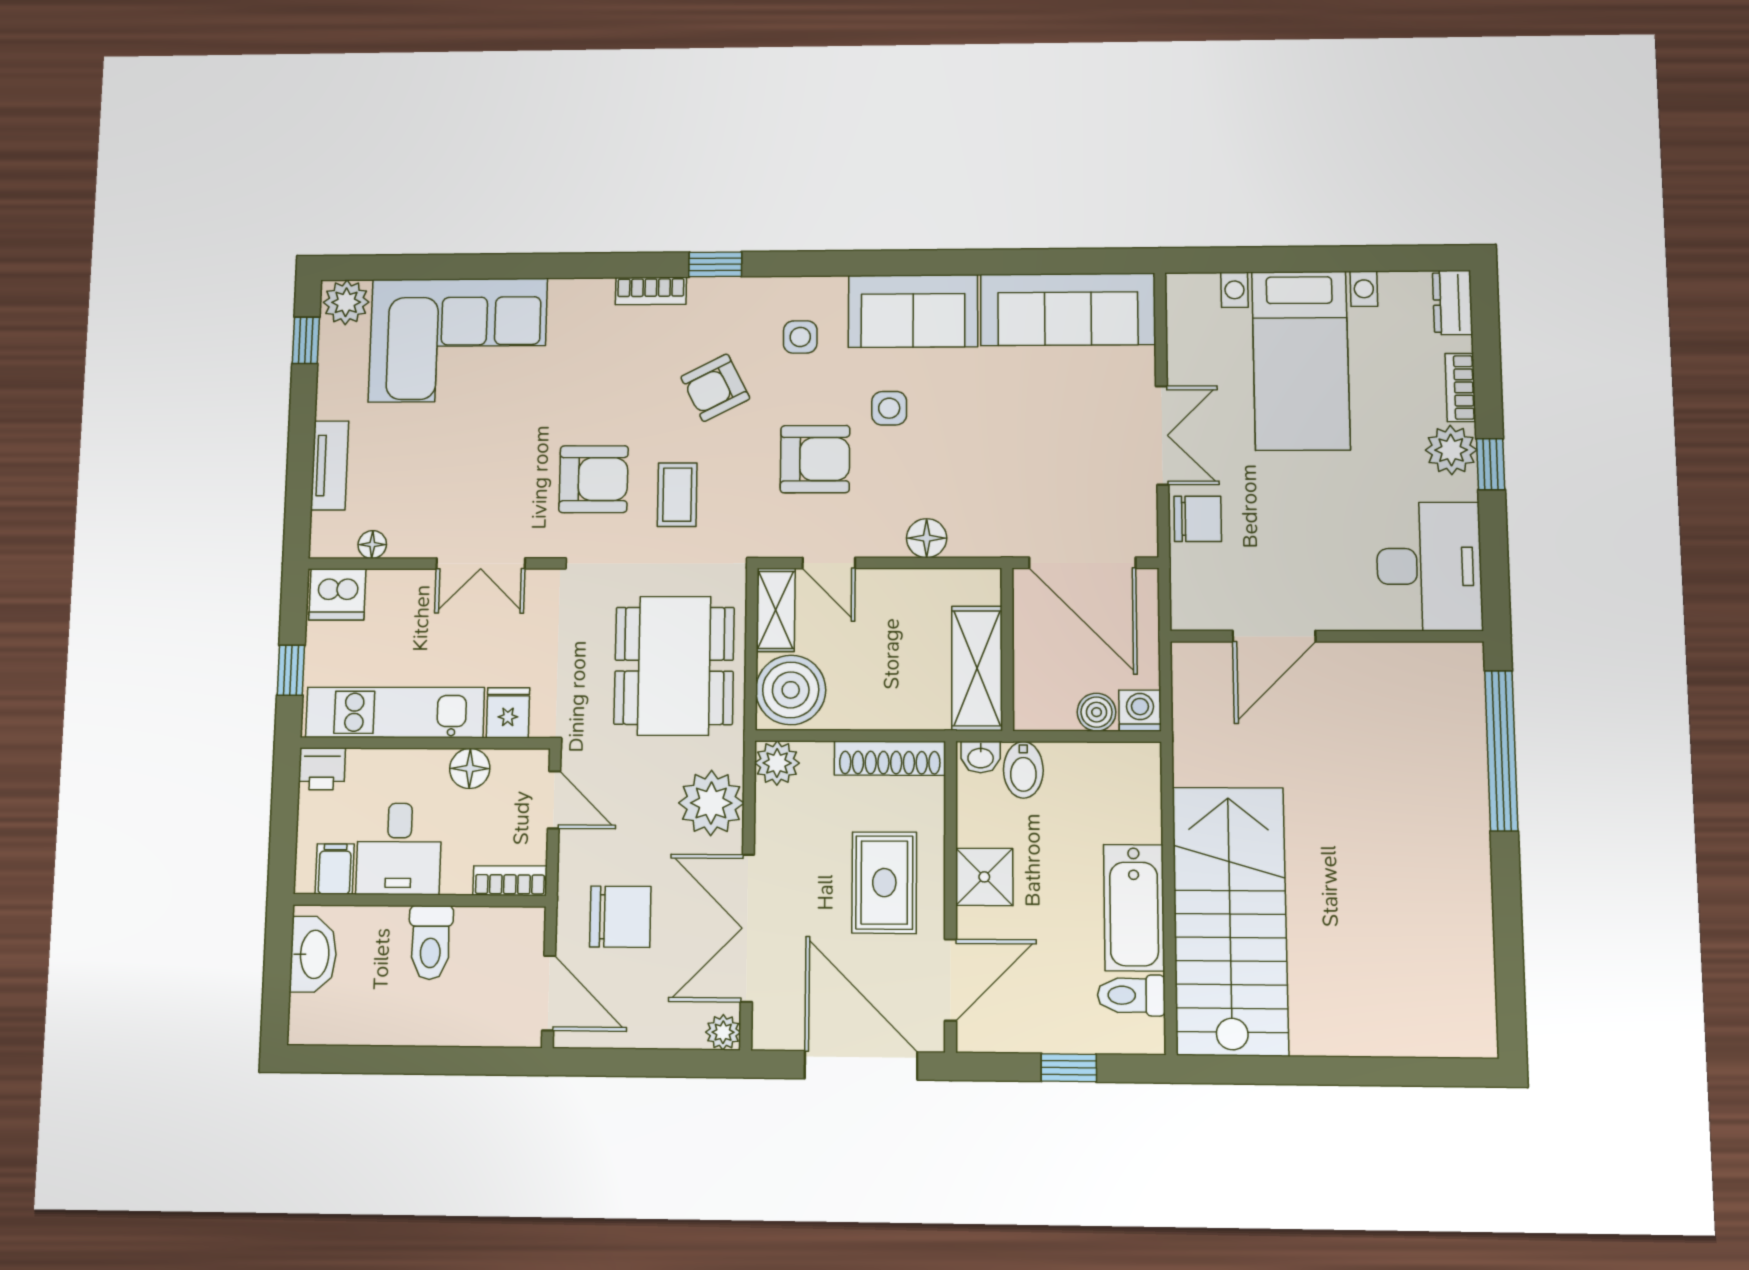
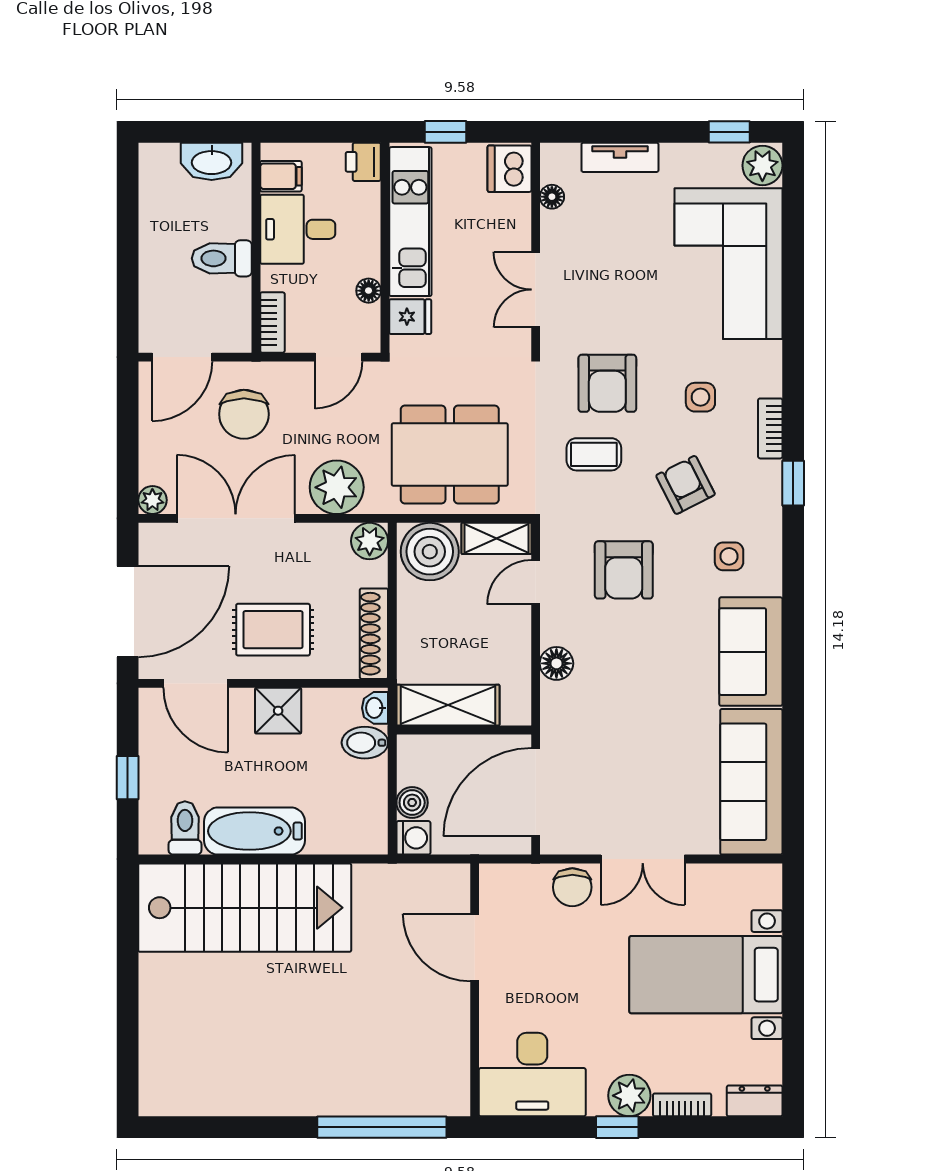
side table: (889, 408) -> (700, 397), moved
floor lamp: (470, 768) -> (369, 291), width x0.73, depth x0.73

